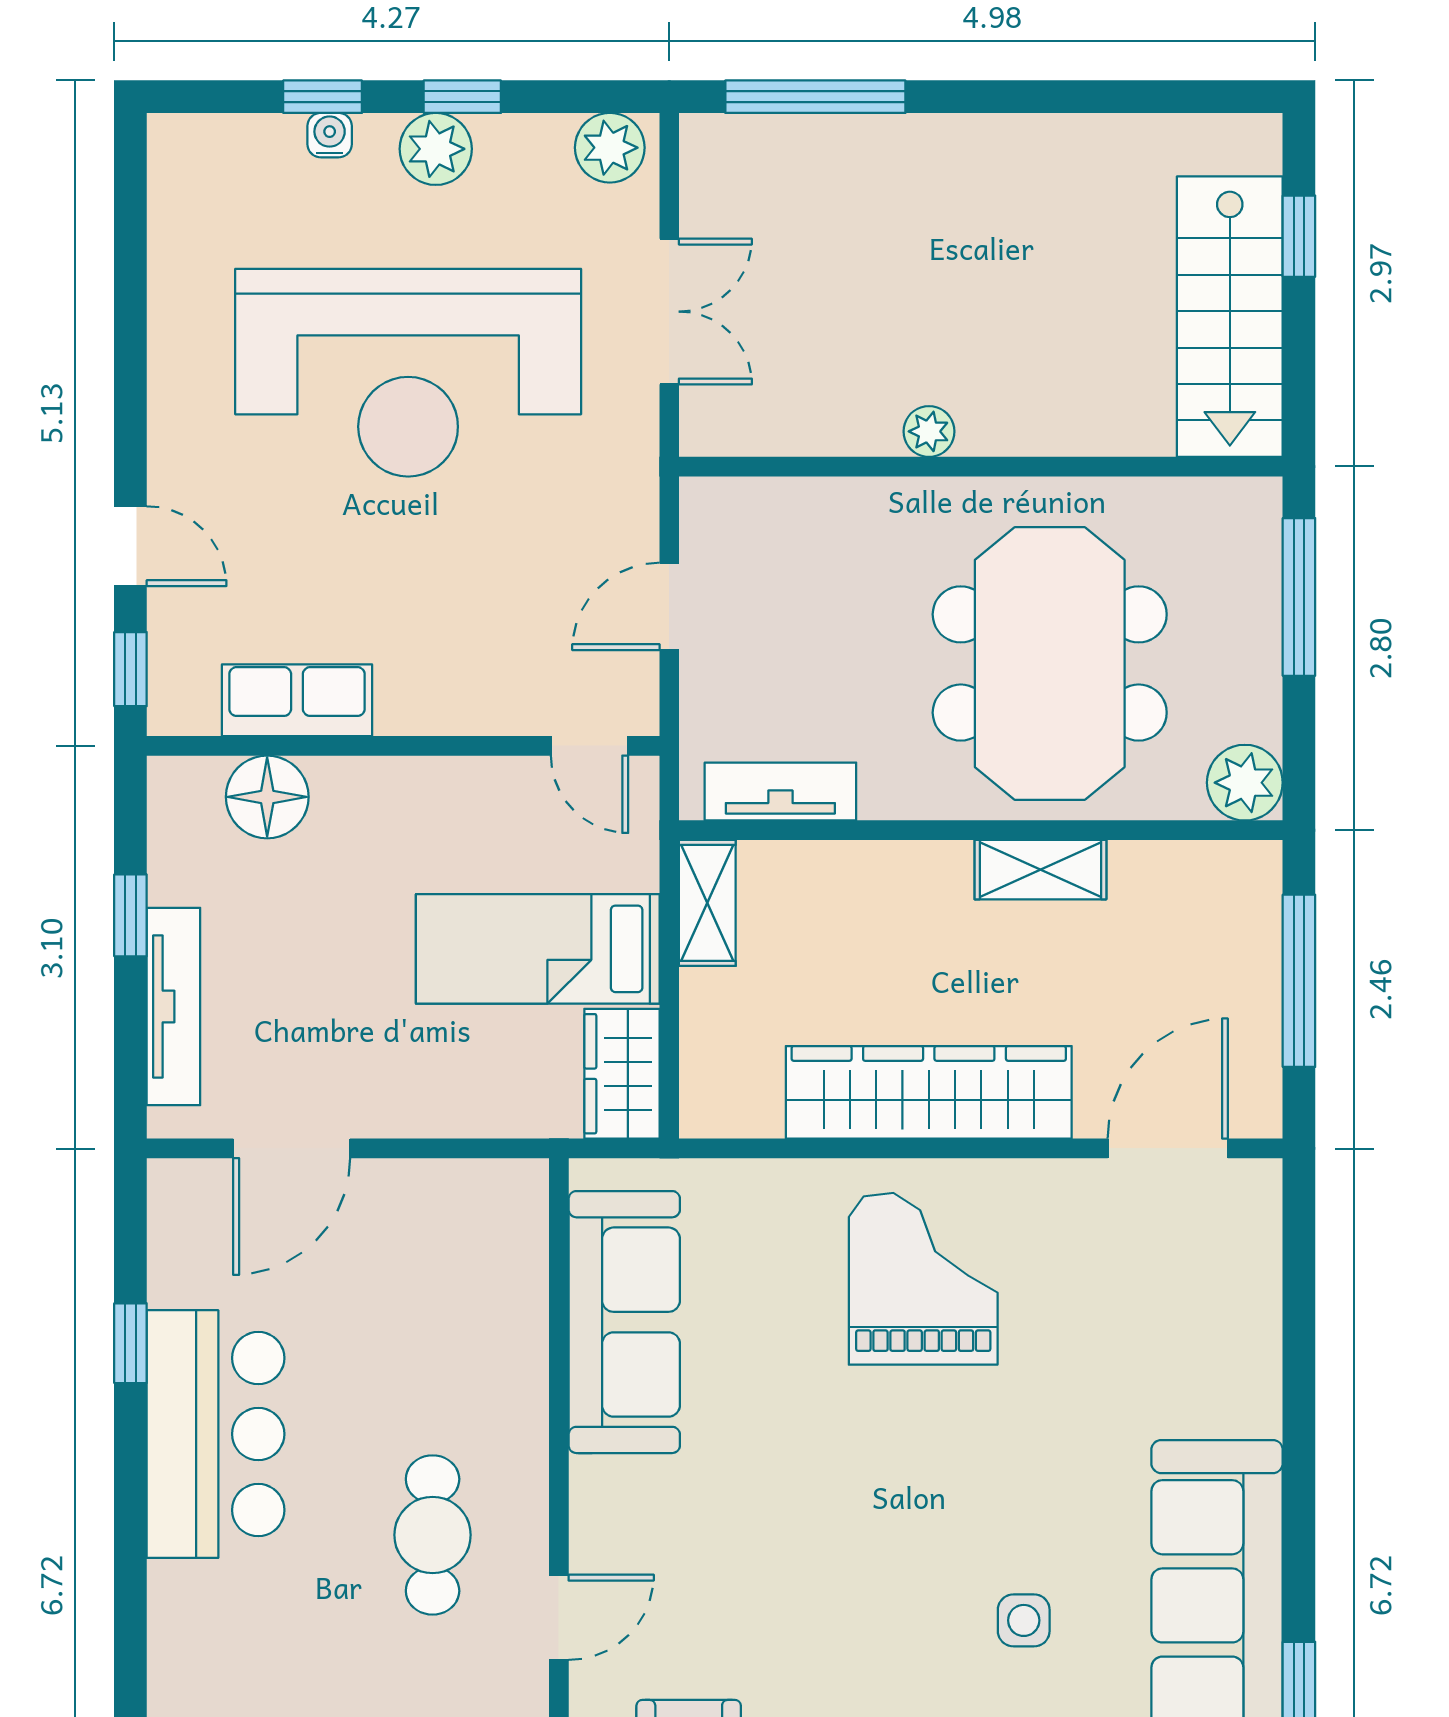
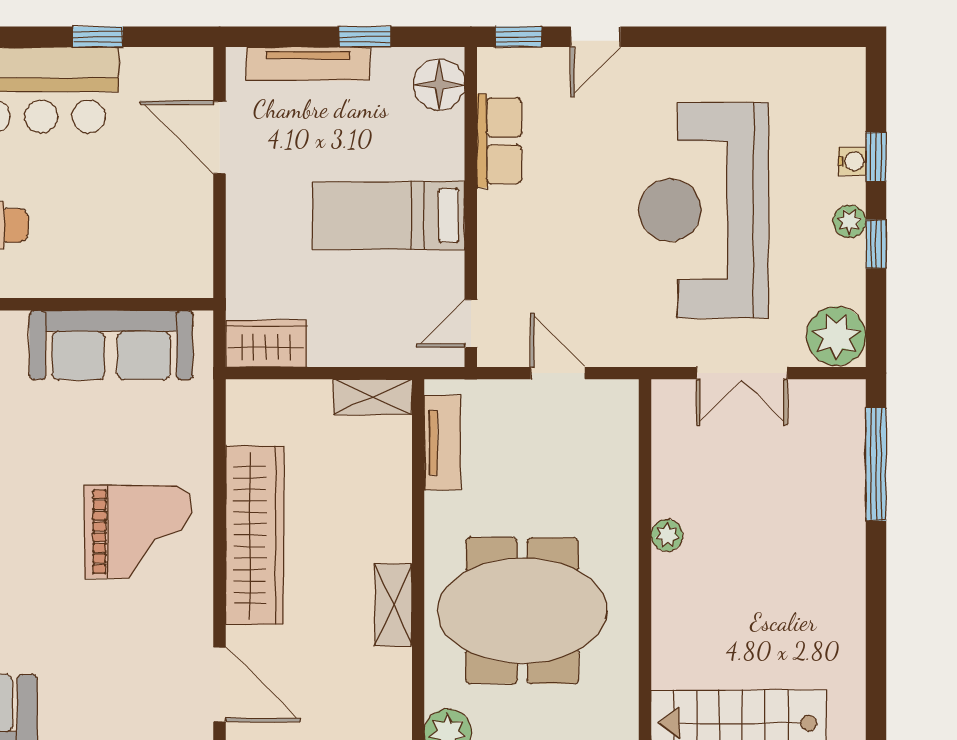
plant: (610, 148) -> (836, 336), width x1.36, depth x1.36
plant: (436, 149) -> (850, 221), width x0.73, depth x0.73
floor lamp: (267, 797) -> (439, 84), moved
bed: (538, 949) -> (389, 216), moved, turned -90

